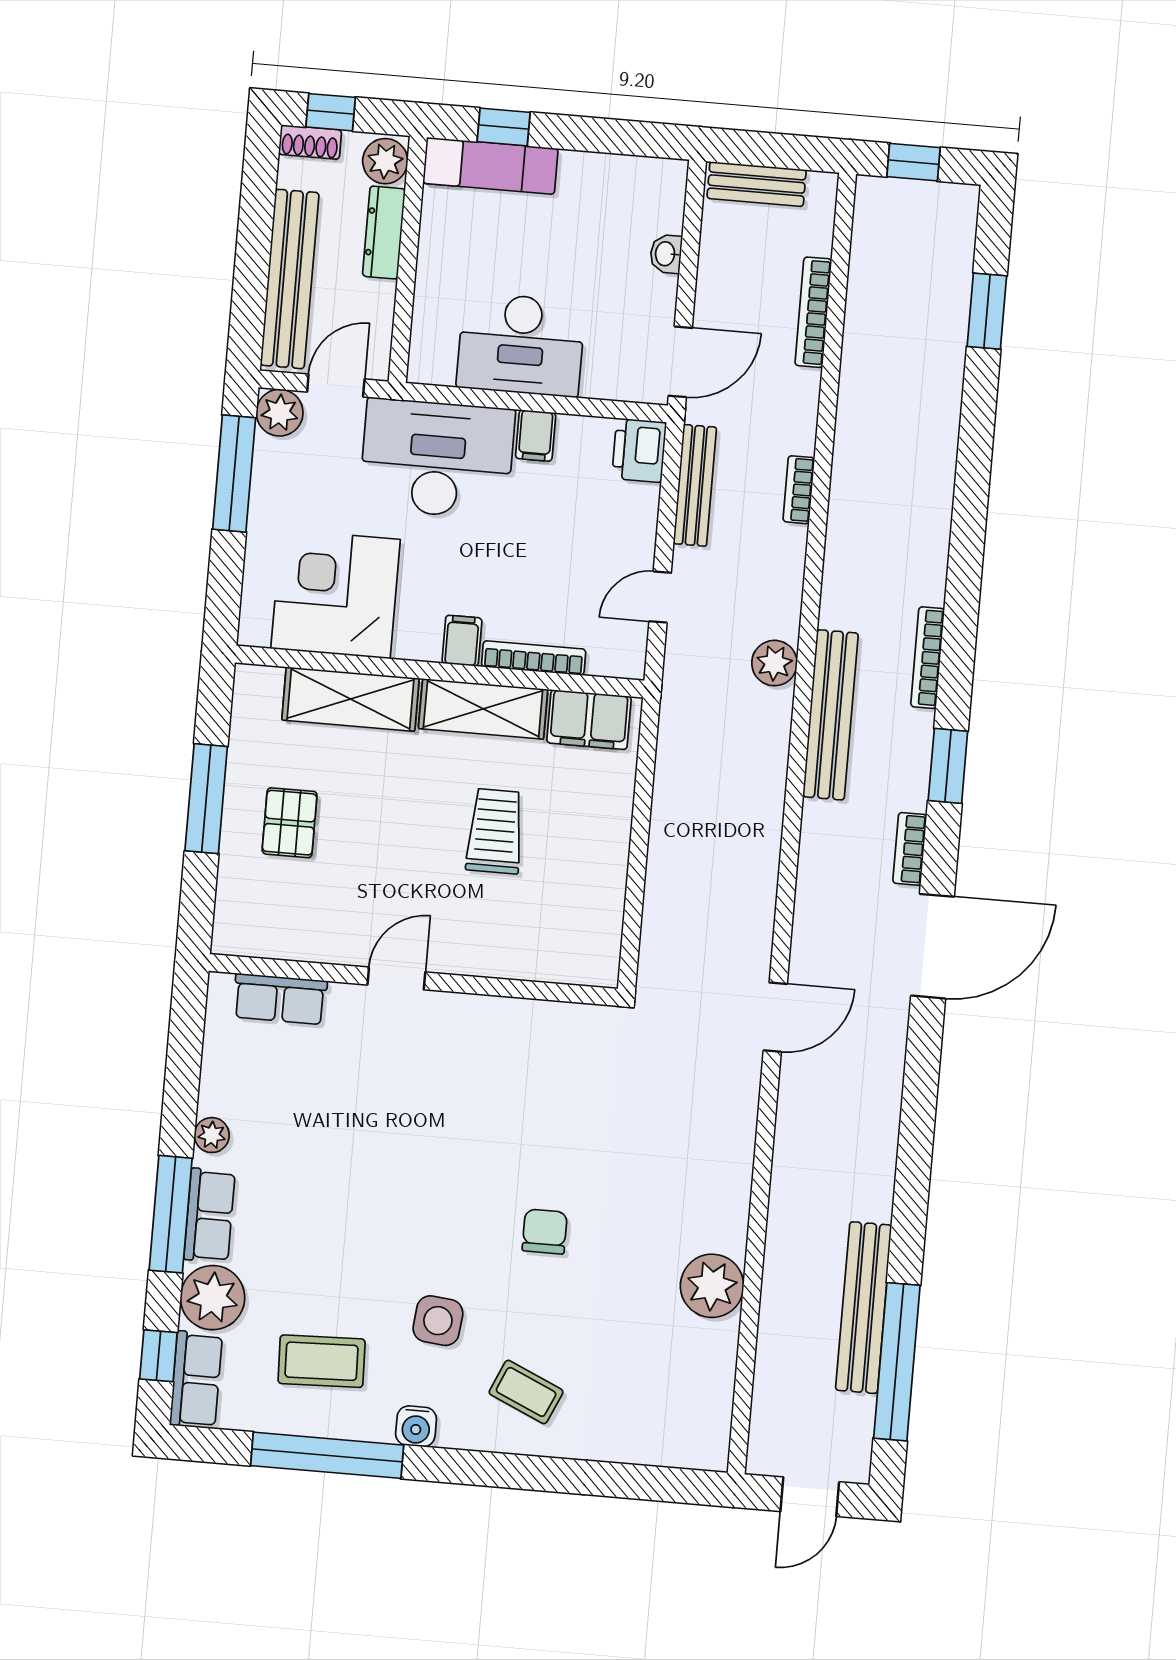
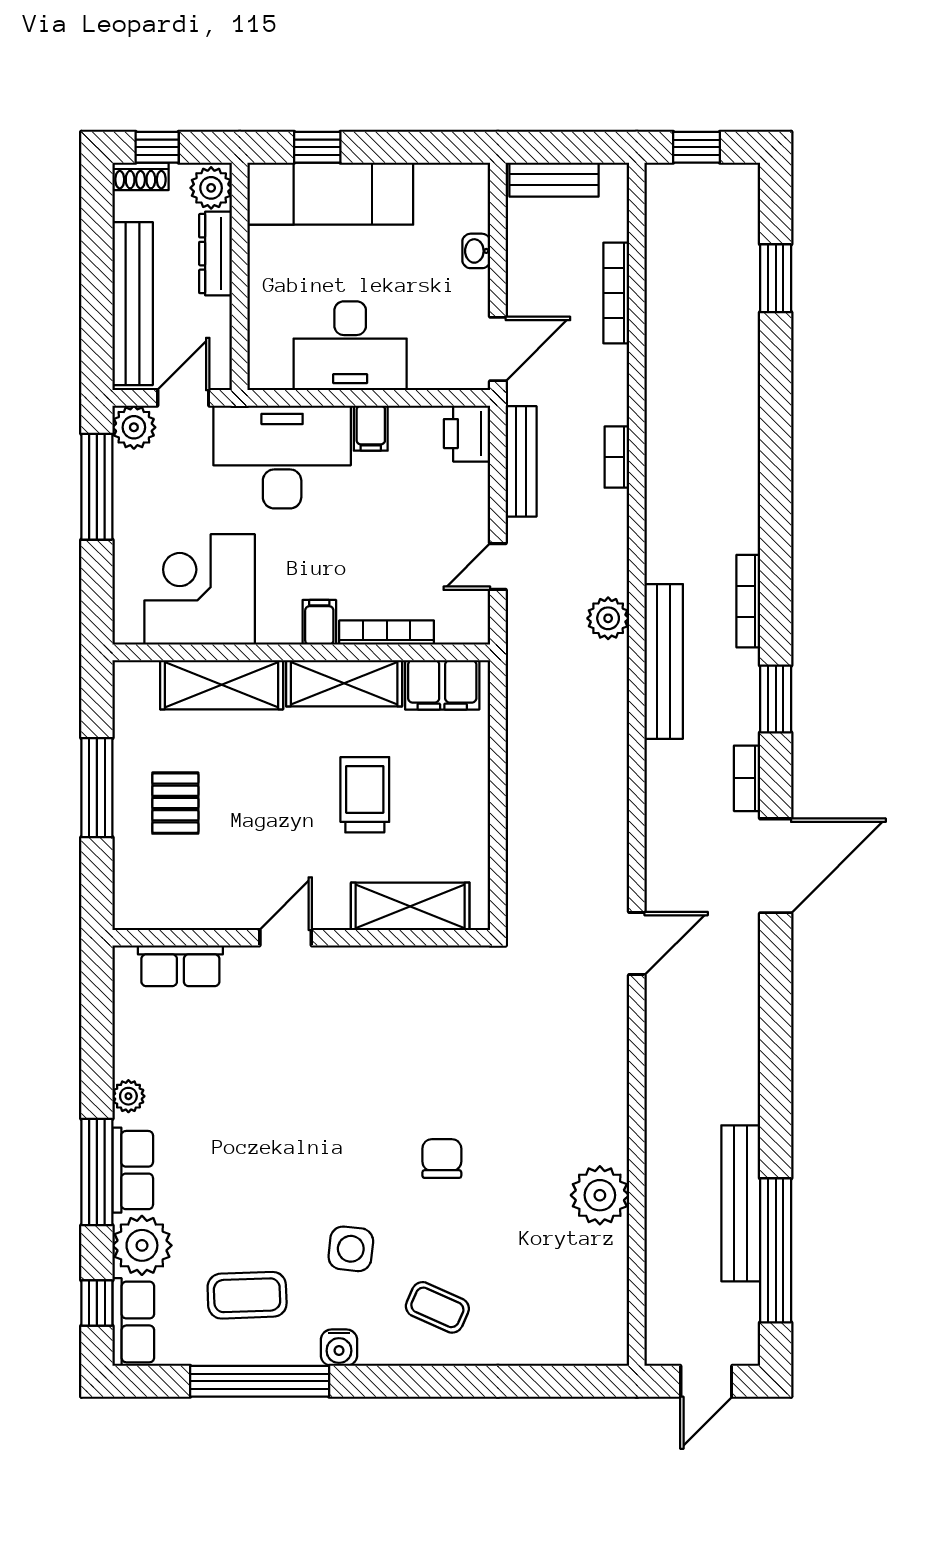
exam couch: (490, 166) -> (330, 194), width x1.36, depth x1.45
shelving: (534, 956) -> (410, 906), added

